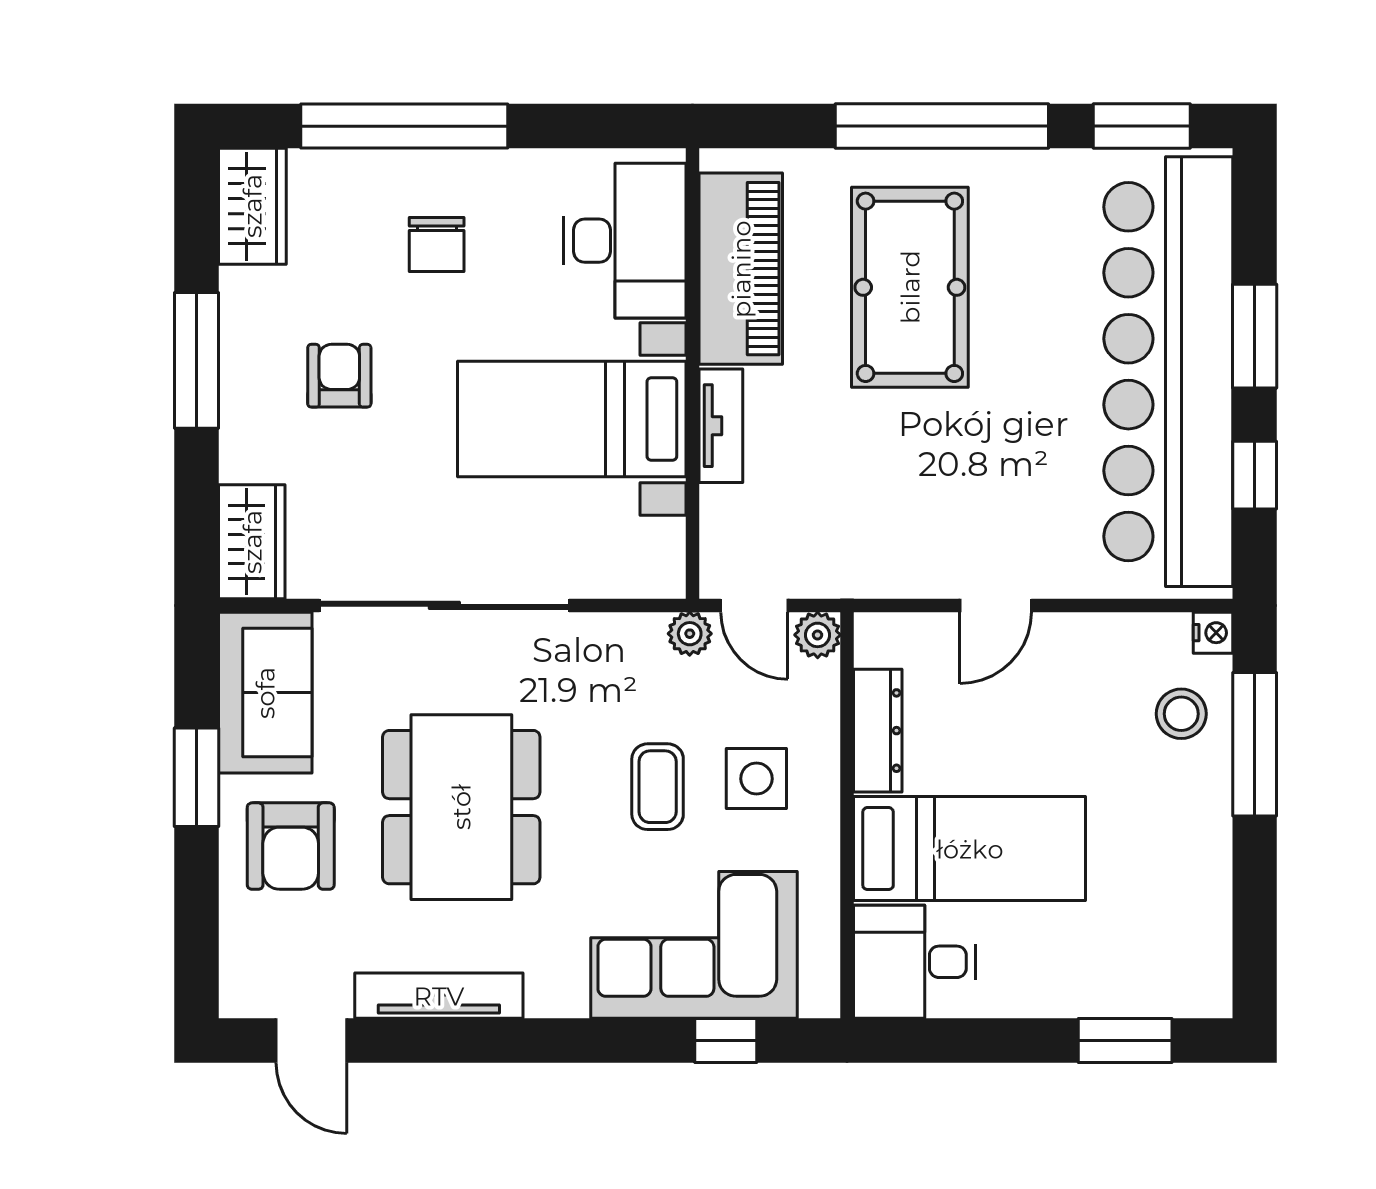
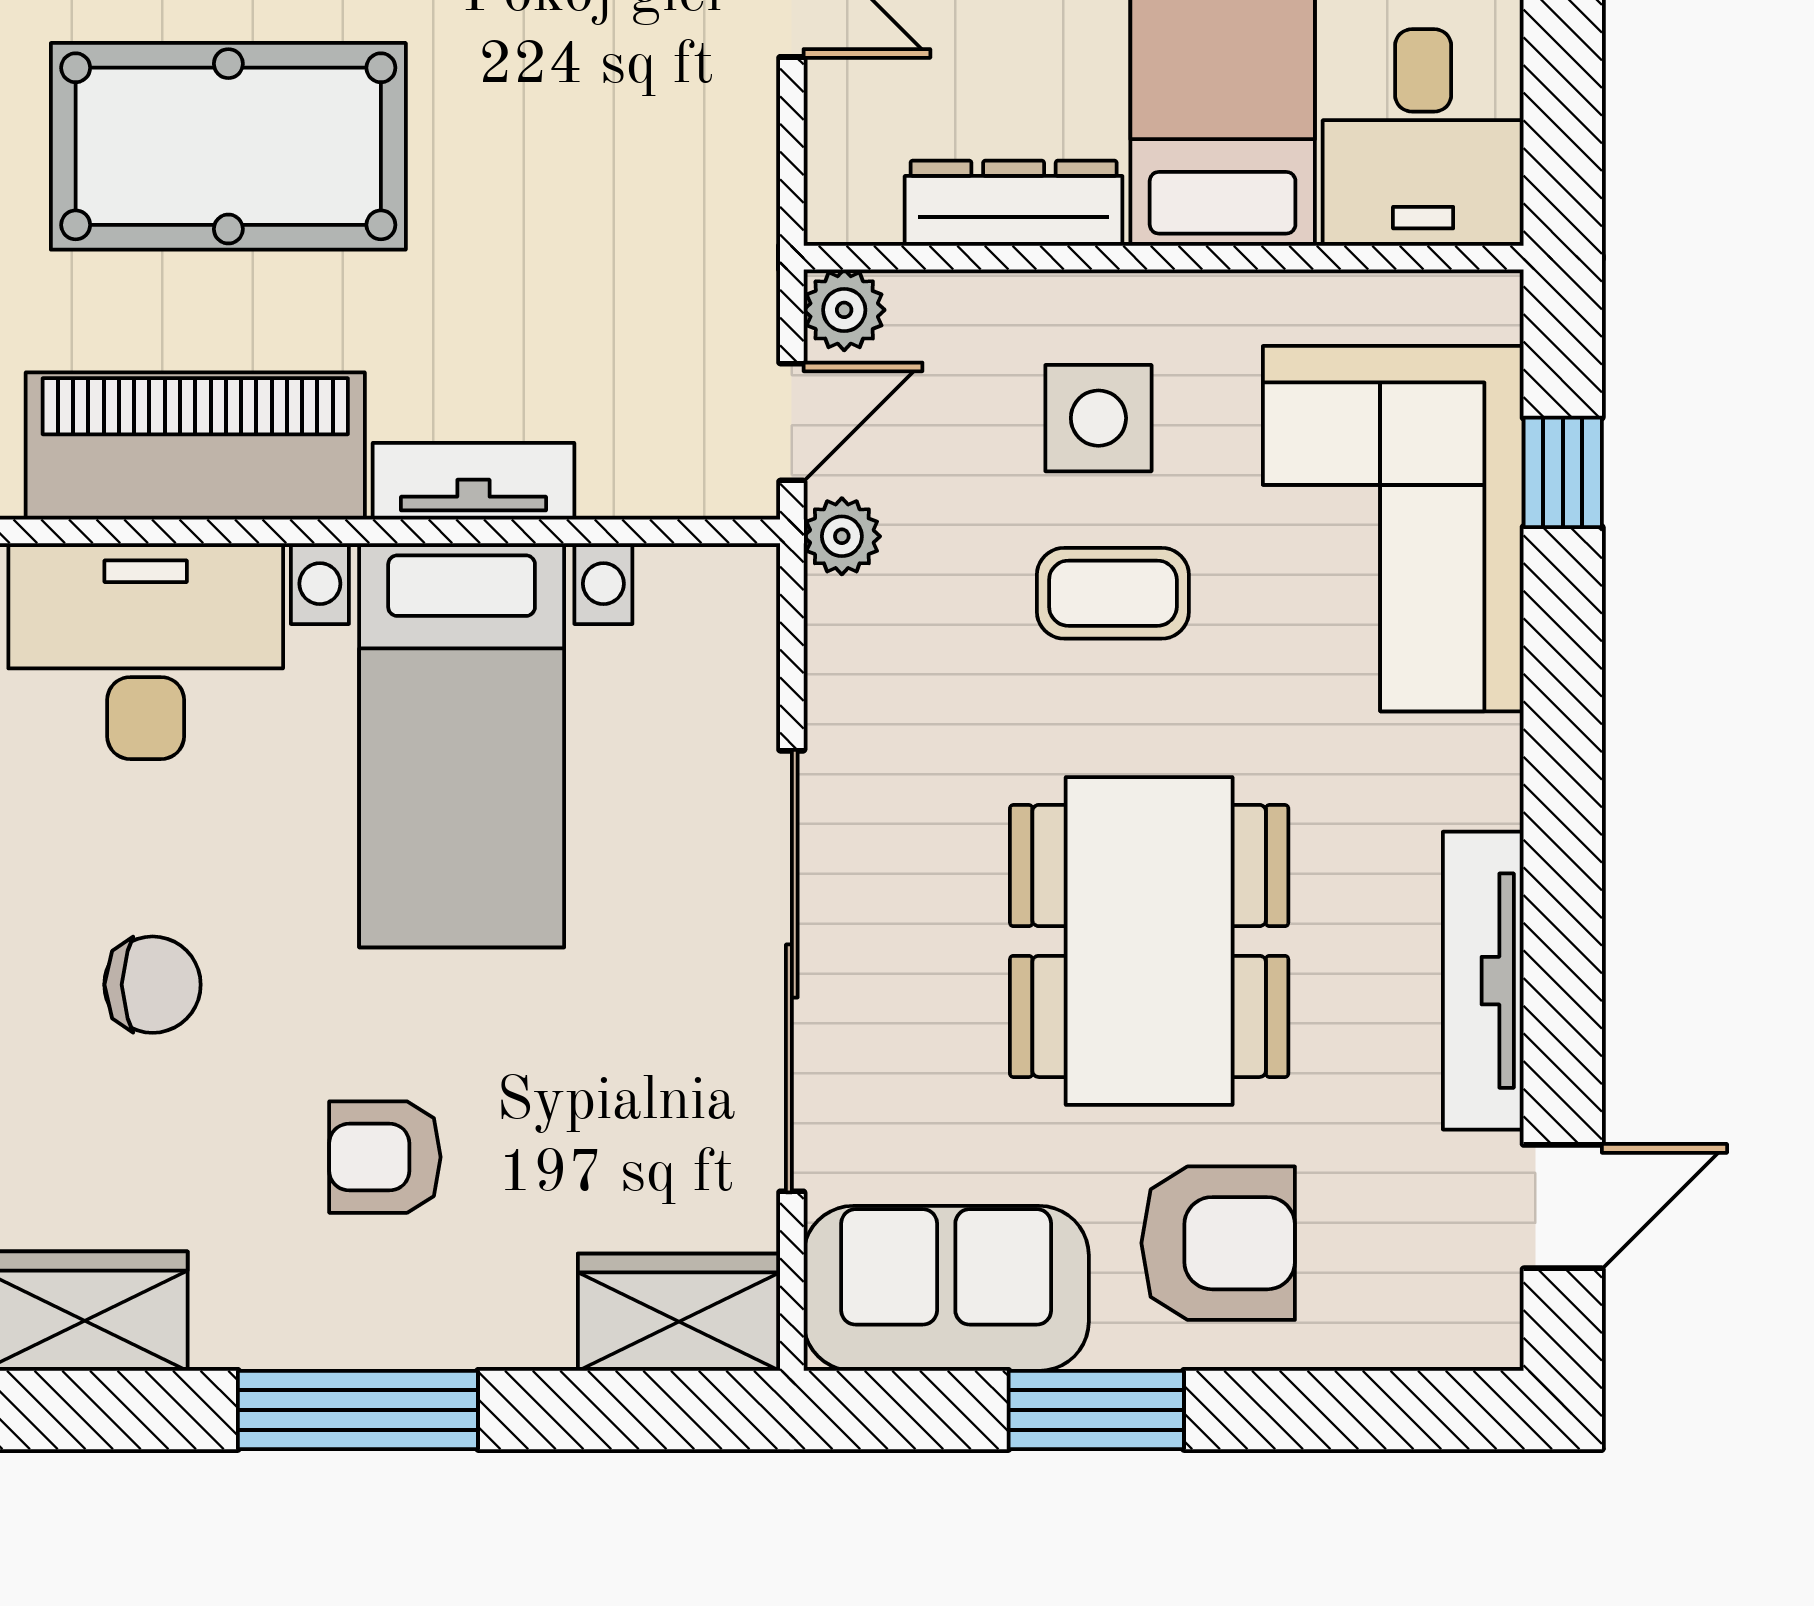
dining table: (461, 807) -> (1149, 941), turned 90

